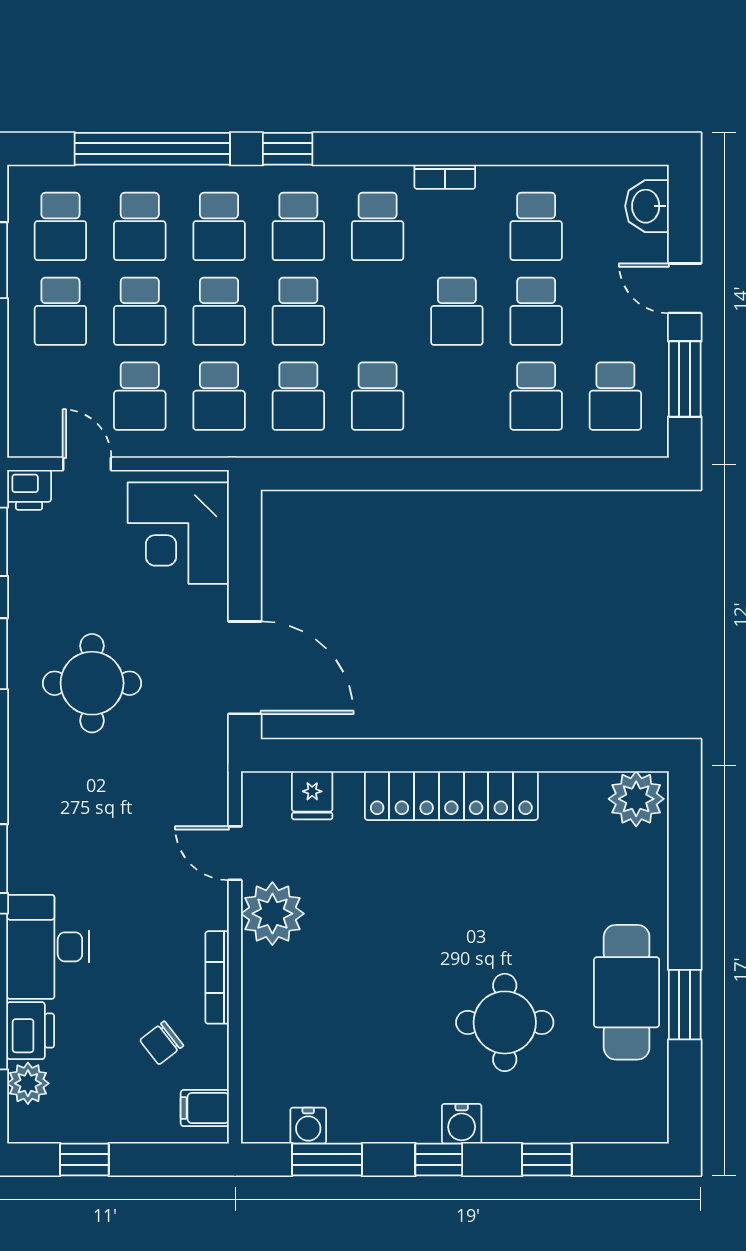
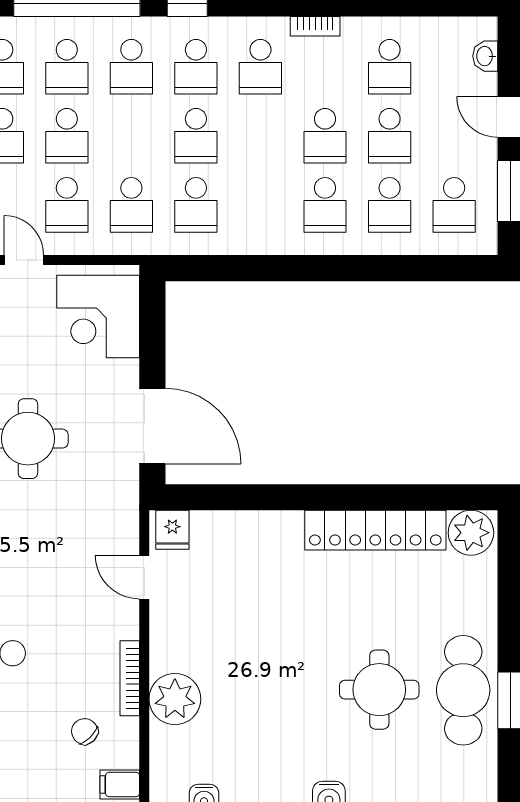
washbasin: (647, 206) -> (485, 56), width x0.72, depth x0.69
school desk: (219, 311) -> (131, 136), removed
school desk: (378, 396) -> (325, 205), moved
fridge: (312, 795) -> (172, 530), moved
locker: (451, 796) -> (375, 530), moved
plant: (272, 914) -> (175, 699), moved
round table: (505, 1022) -> (379, 690), moved
chair: (162, 1043) -> (85, 731), turned 84

